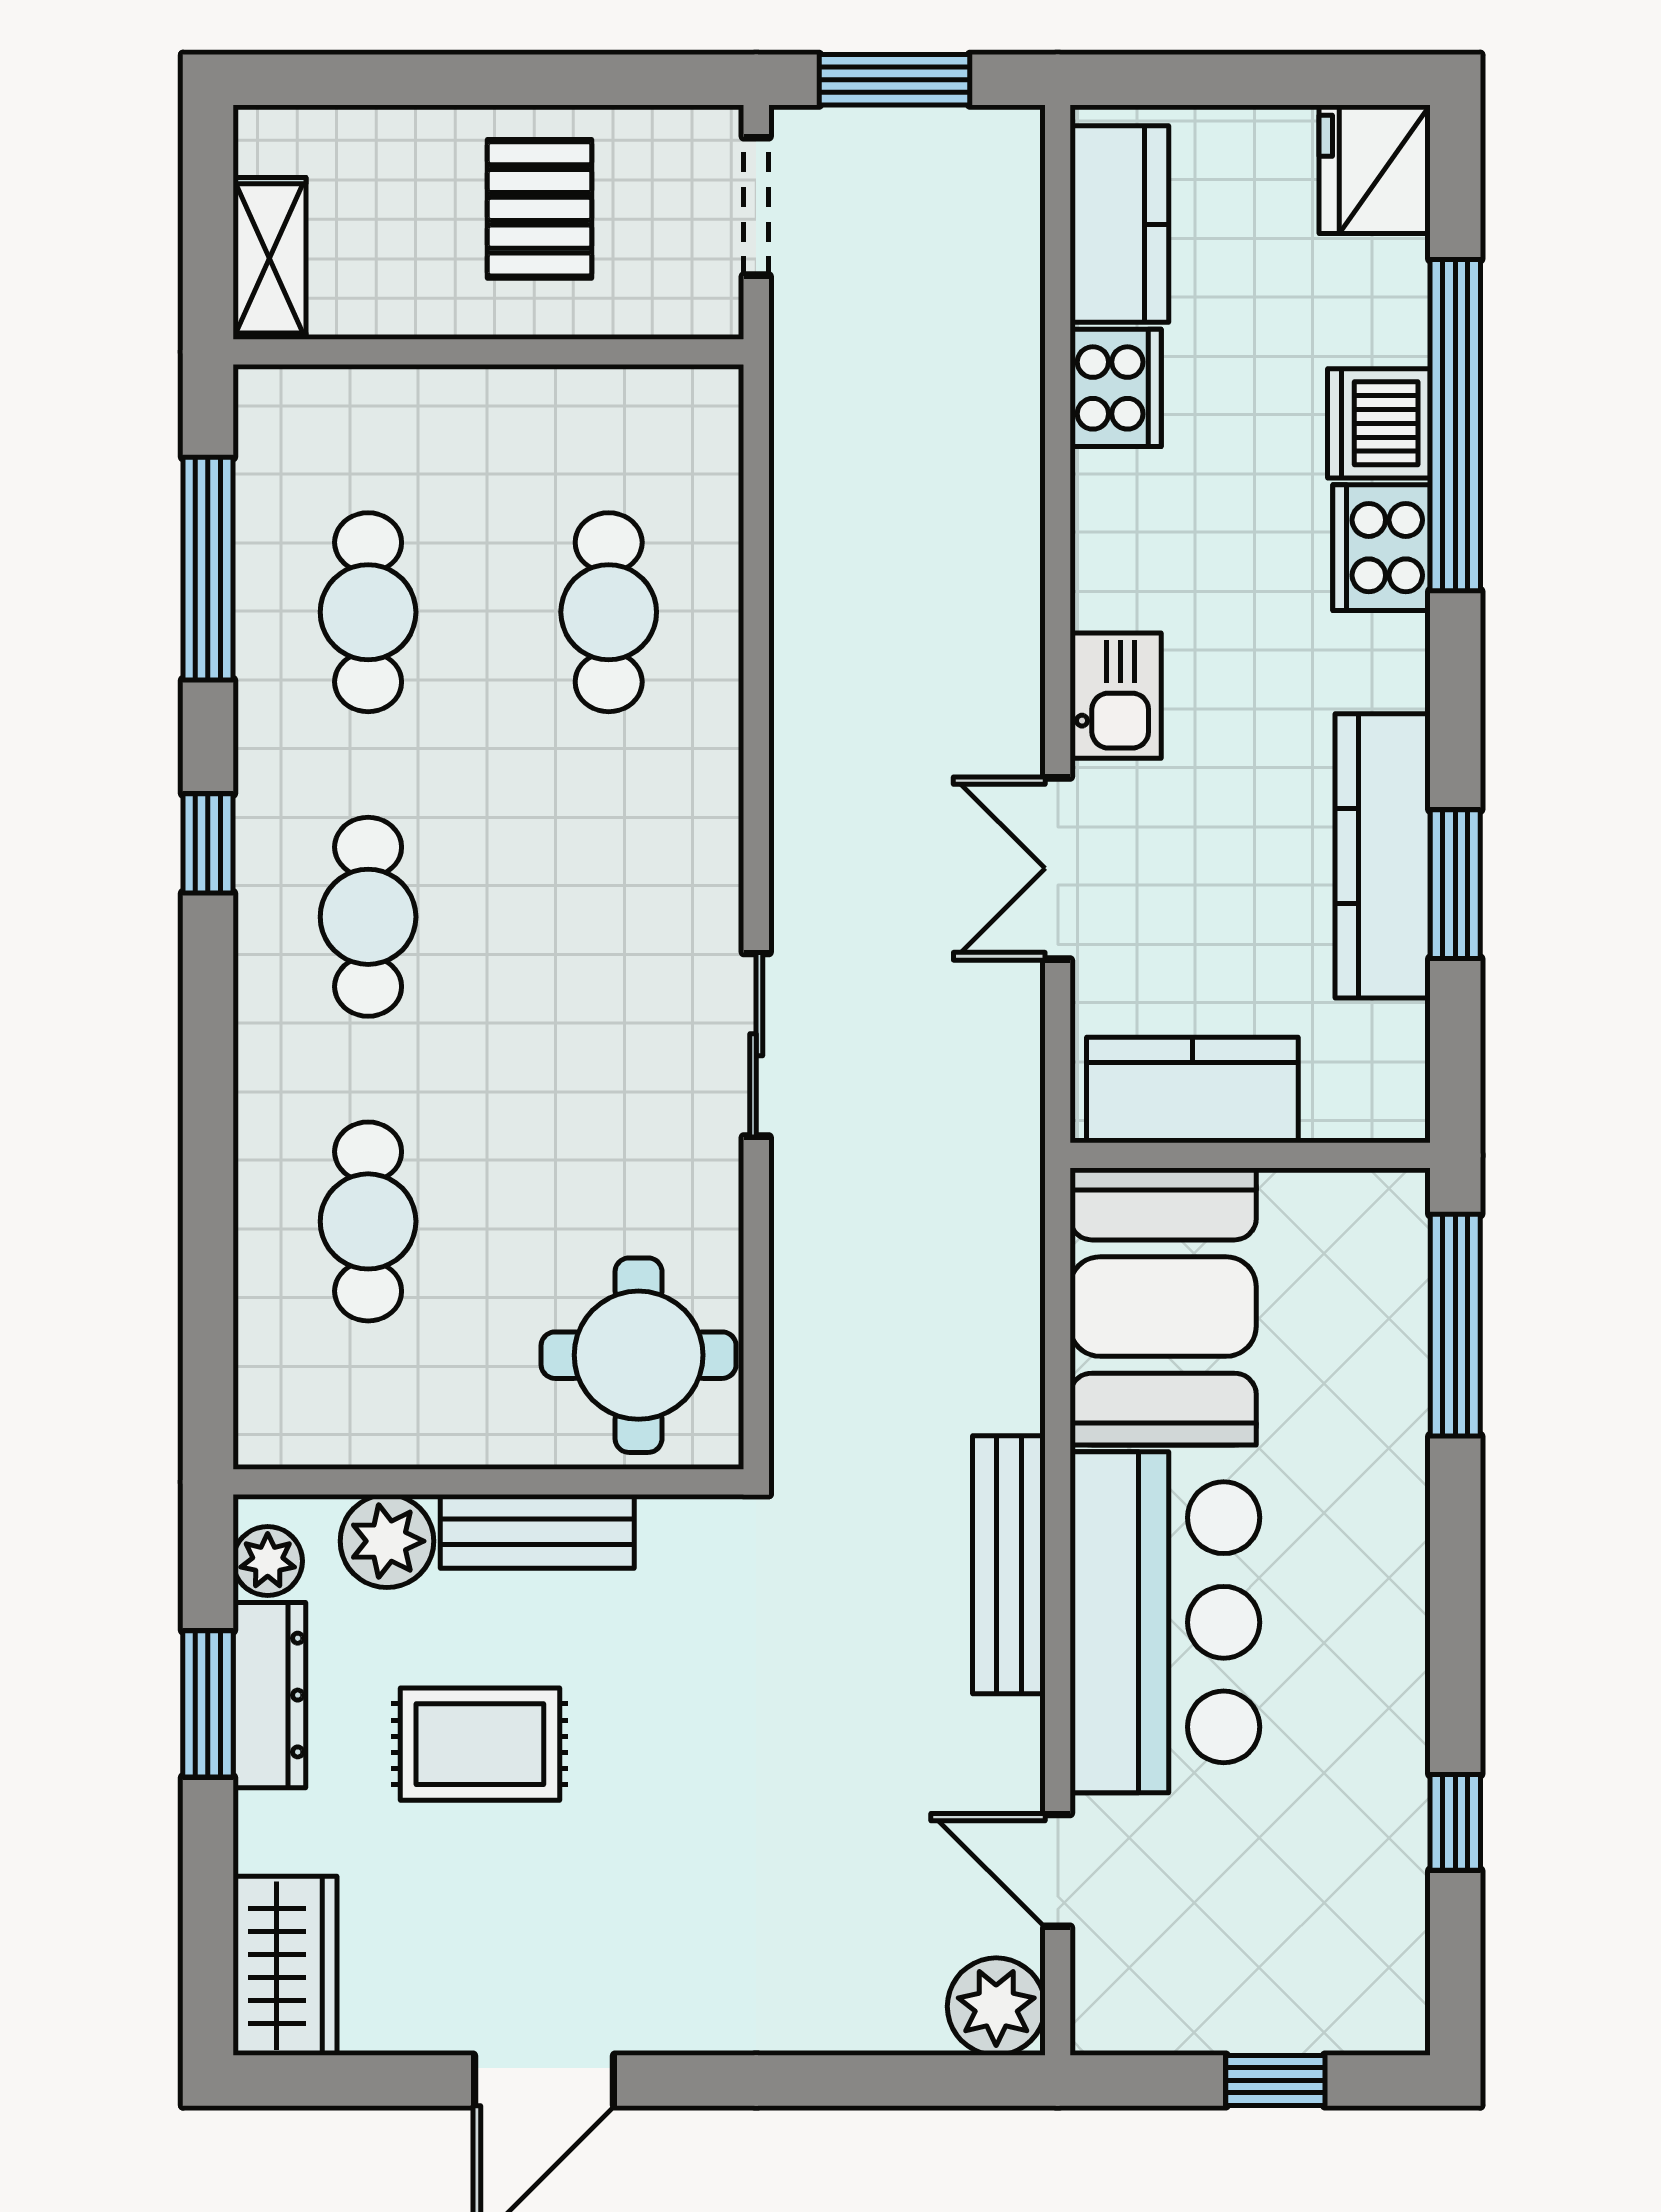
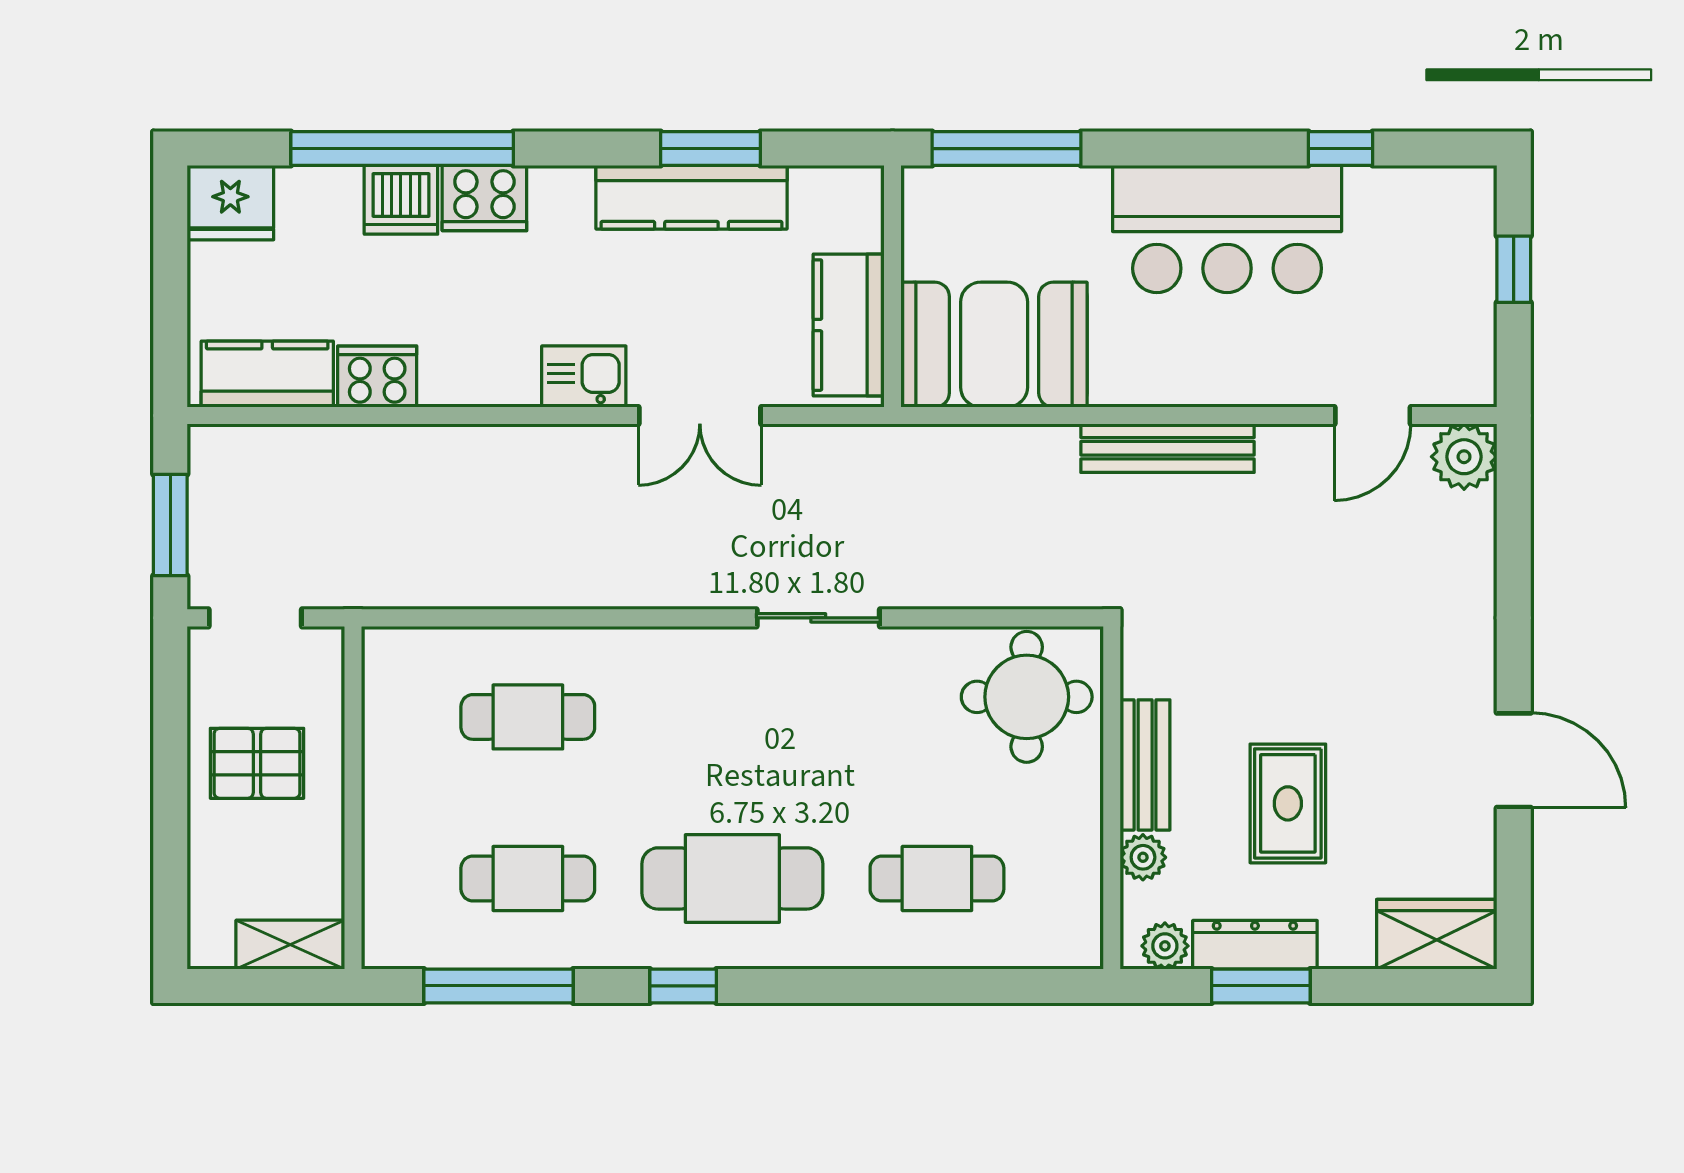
cafe table: (368, 917) -> (732, 878), width x1.37, depth x1.35
plant: (387, 1541) -> (1143, 857), width x0.73, depth x0.73
bar counter: (1165, 1622) -> (1227, 229), moved, turned 180

